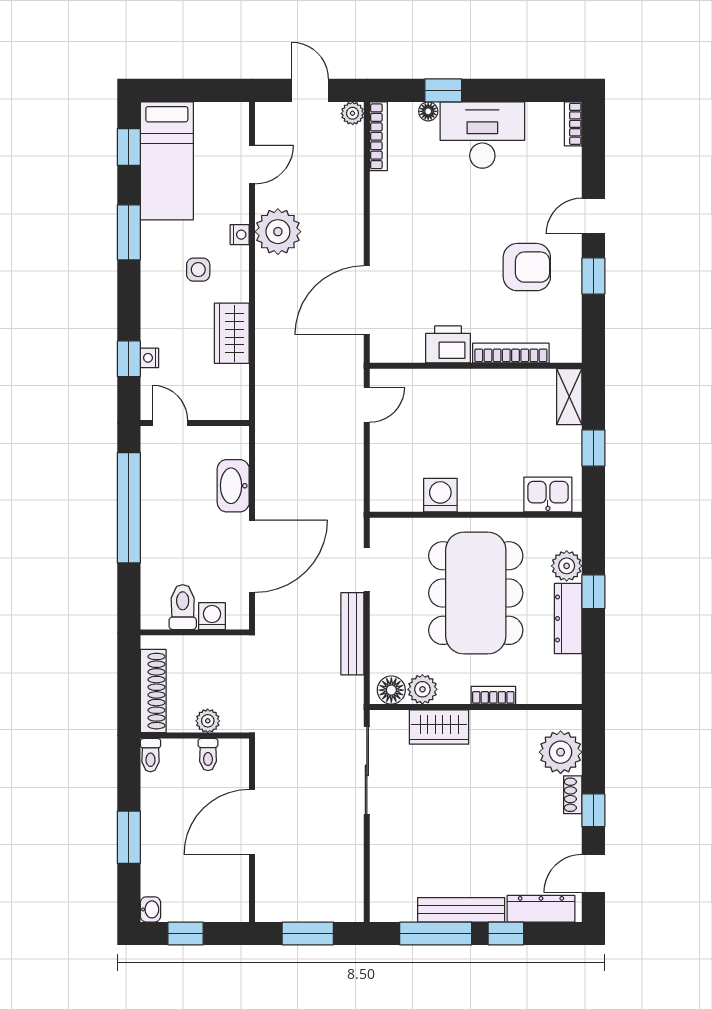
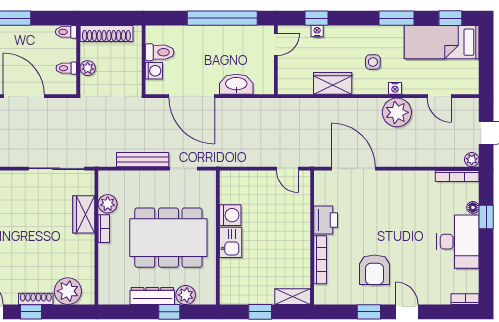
kitchen sink: (548, 495) -> (231, 242), moved
floor lamp: (391, 690) -> (107, 184), removed
bookcase: (493, 695) -> (104, 229), moved
shoe rack: (573, 795) -> (36, 299), width x1.43

